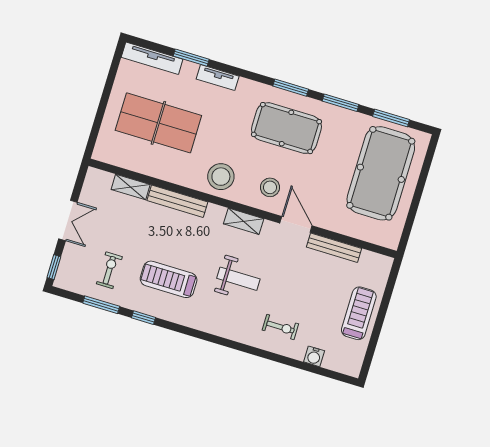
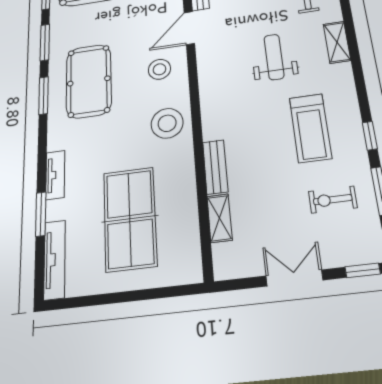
bench: (177, 201) -> (215, 167), width x0.73
shelving: (244, 221) -> (337, 42), moved

